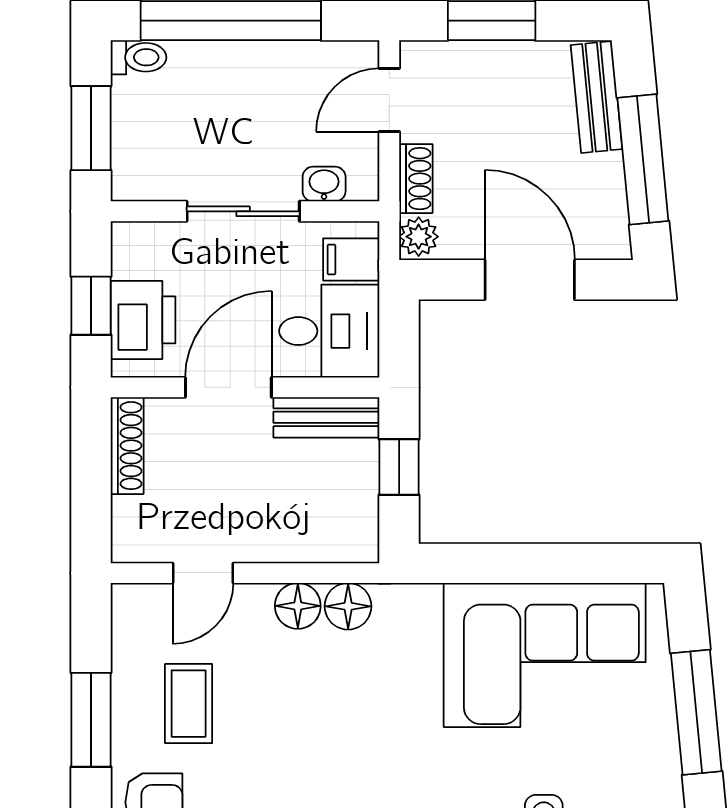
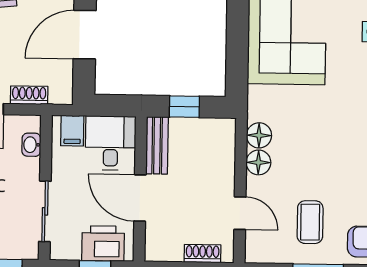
sliding door: (243, 211) -> (45, 211), moved
plant: (419, 237) -> (60, 94), removed
shoe rack: (127, 446) -> (203, 254), moved, width x0.70
coffee table: (189, 704) -> (310, 222), turned 90

